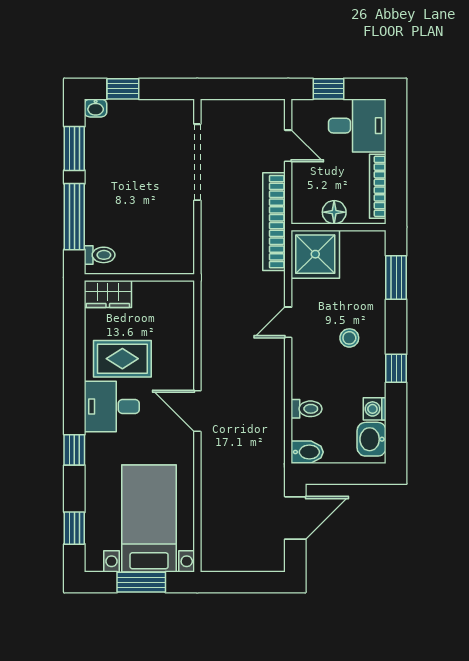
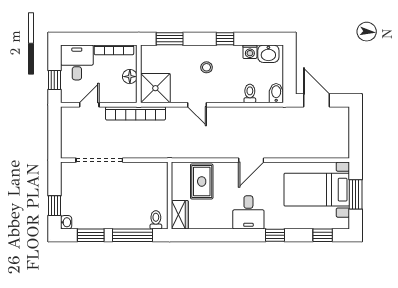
rug: (122, 359) -> (202, 181), moved

